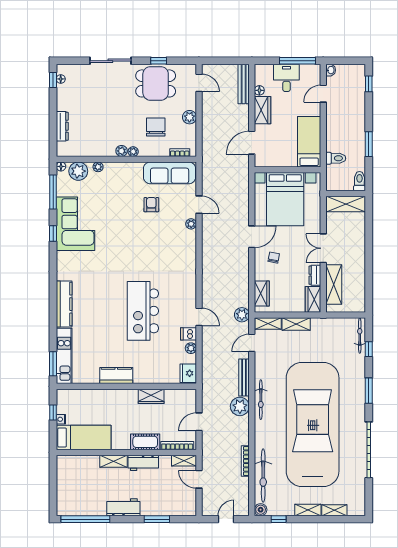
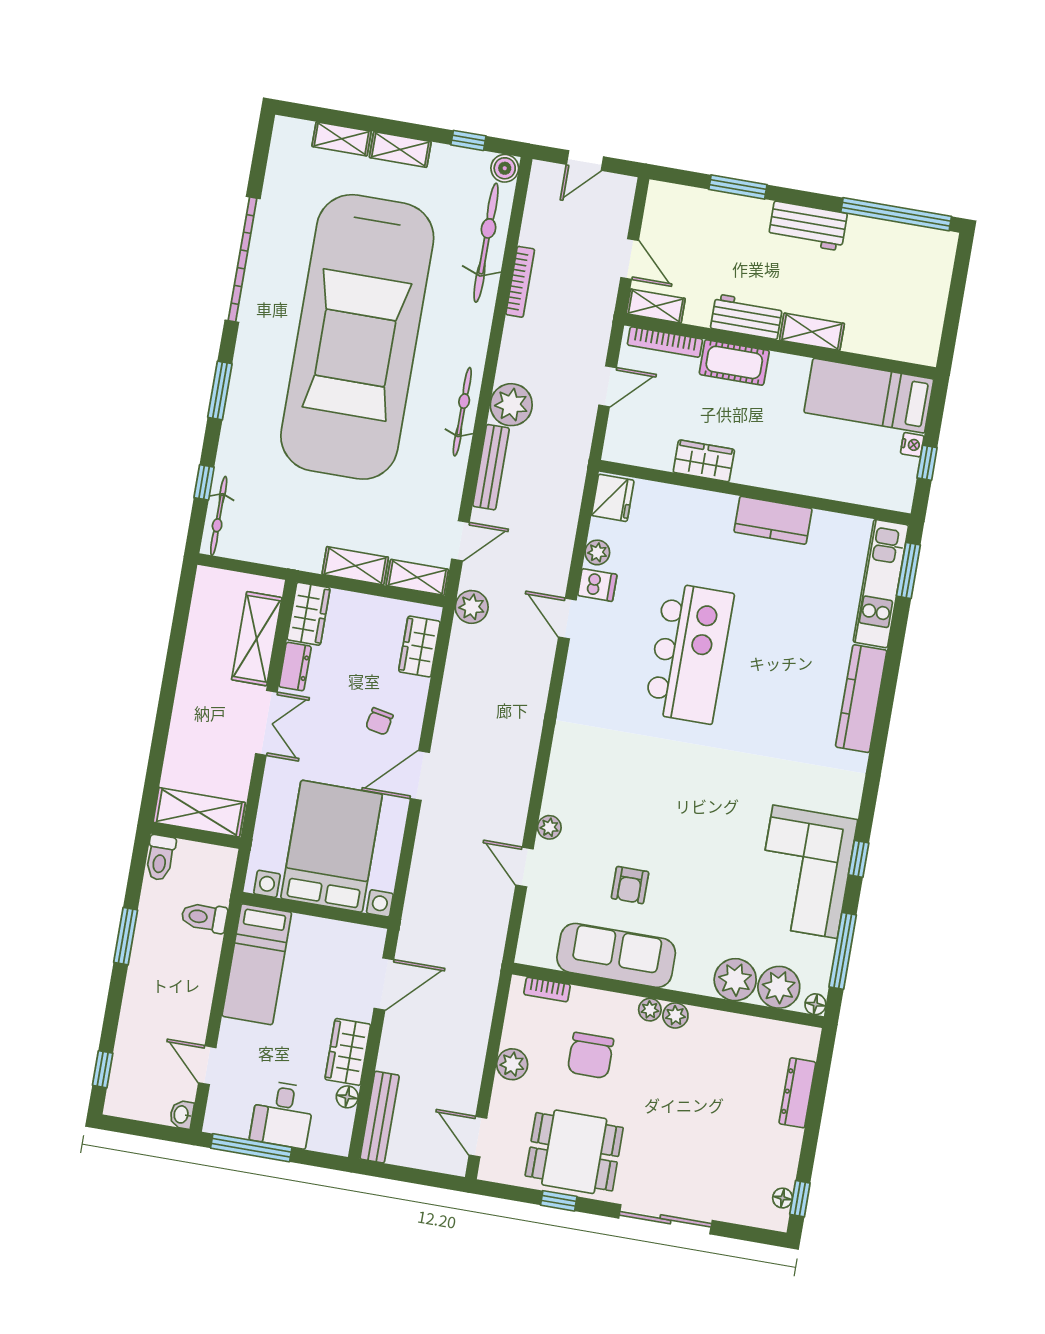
door: (323, 94) -> (207, 1065), swing flipped
plant: (98, 167) -> (735, 980), width x1.87, depth x1.87
sofa: (170, 173) -> (616, 955), moved

